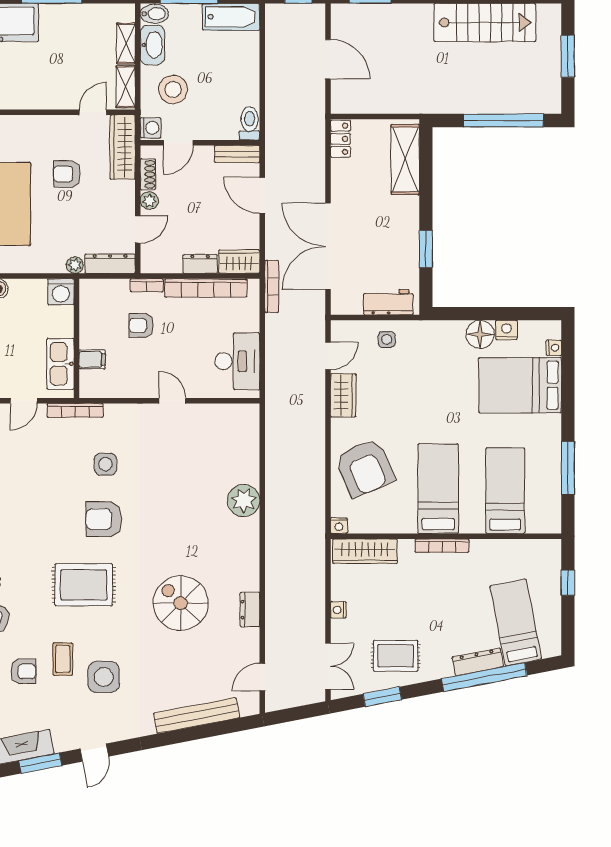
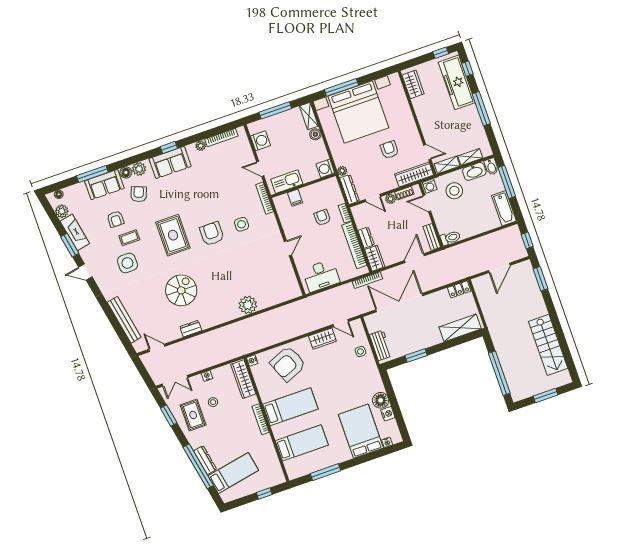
stool: (386, 615) -> (213, 402), added

